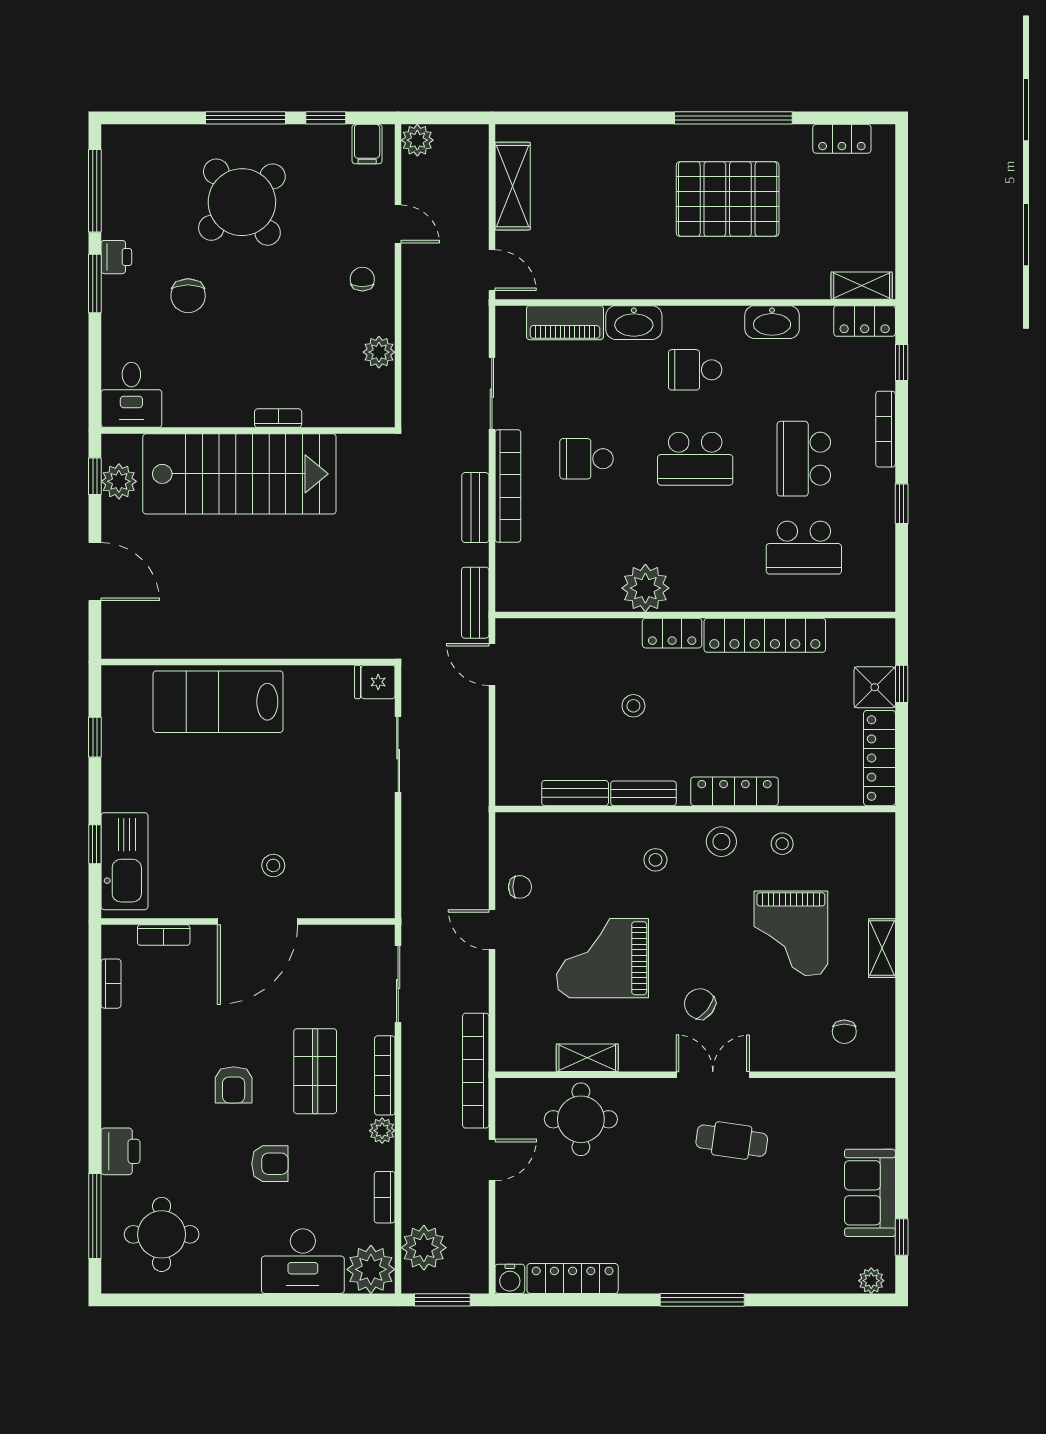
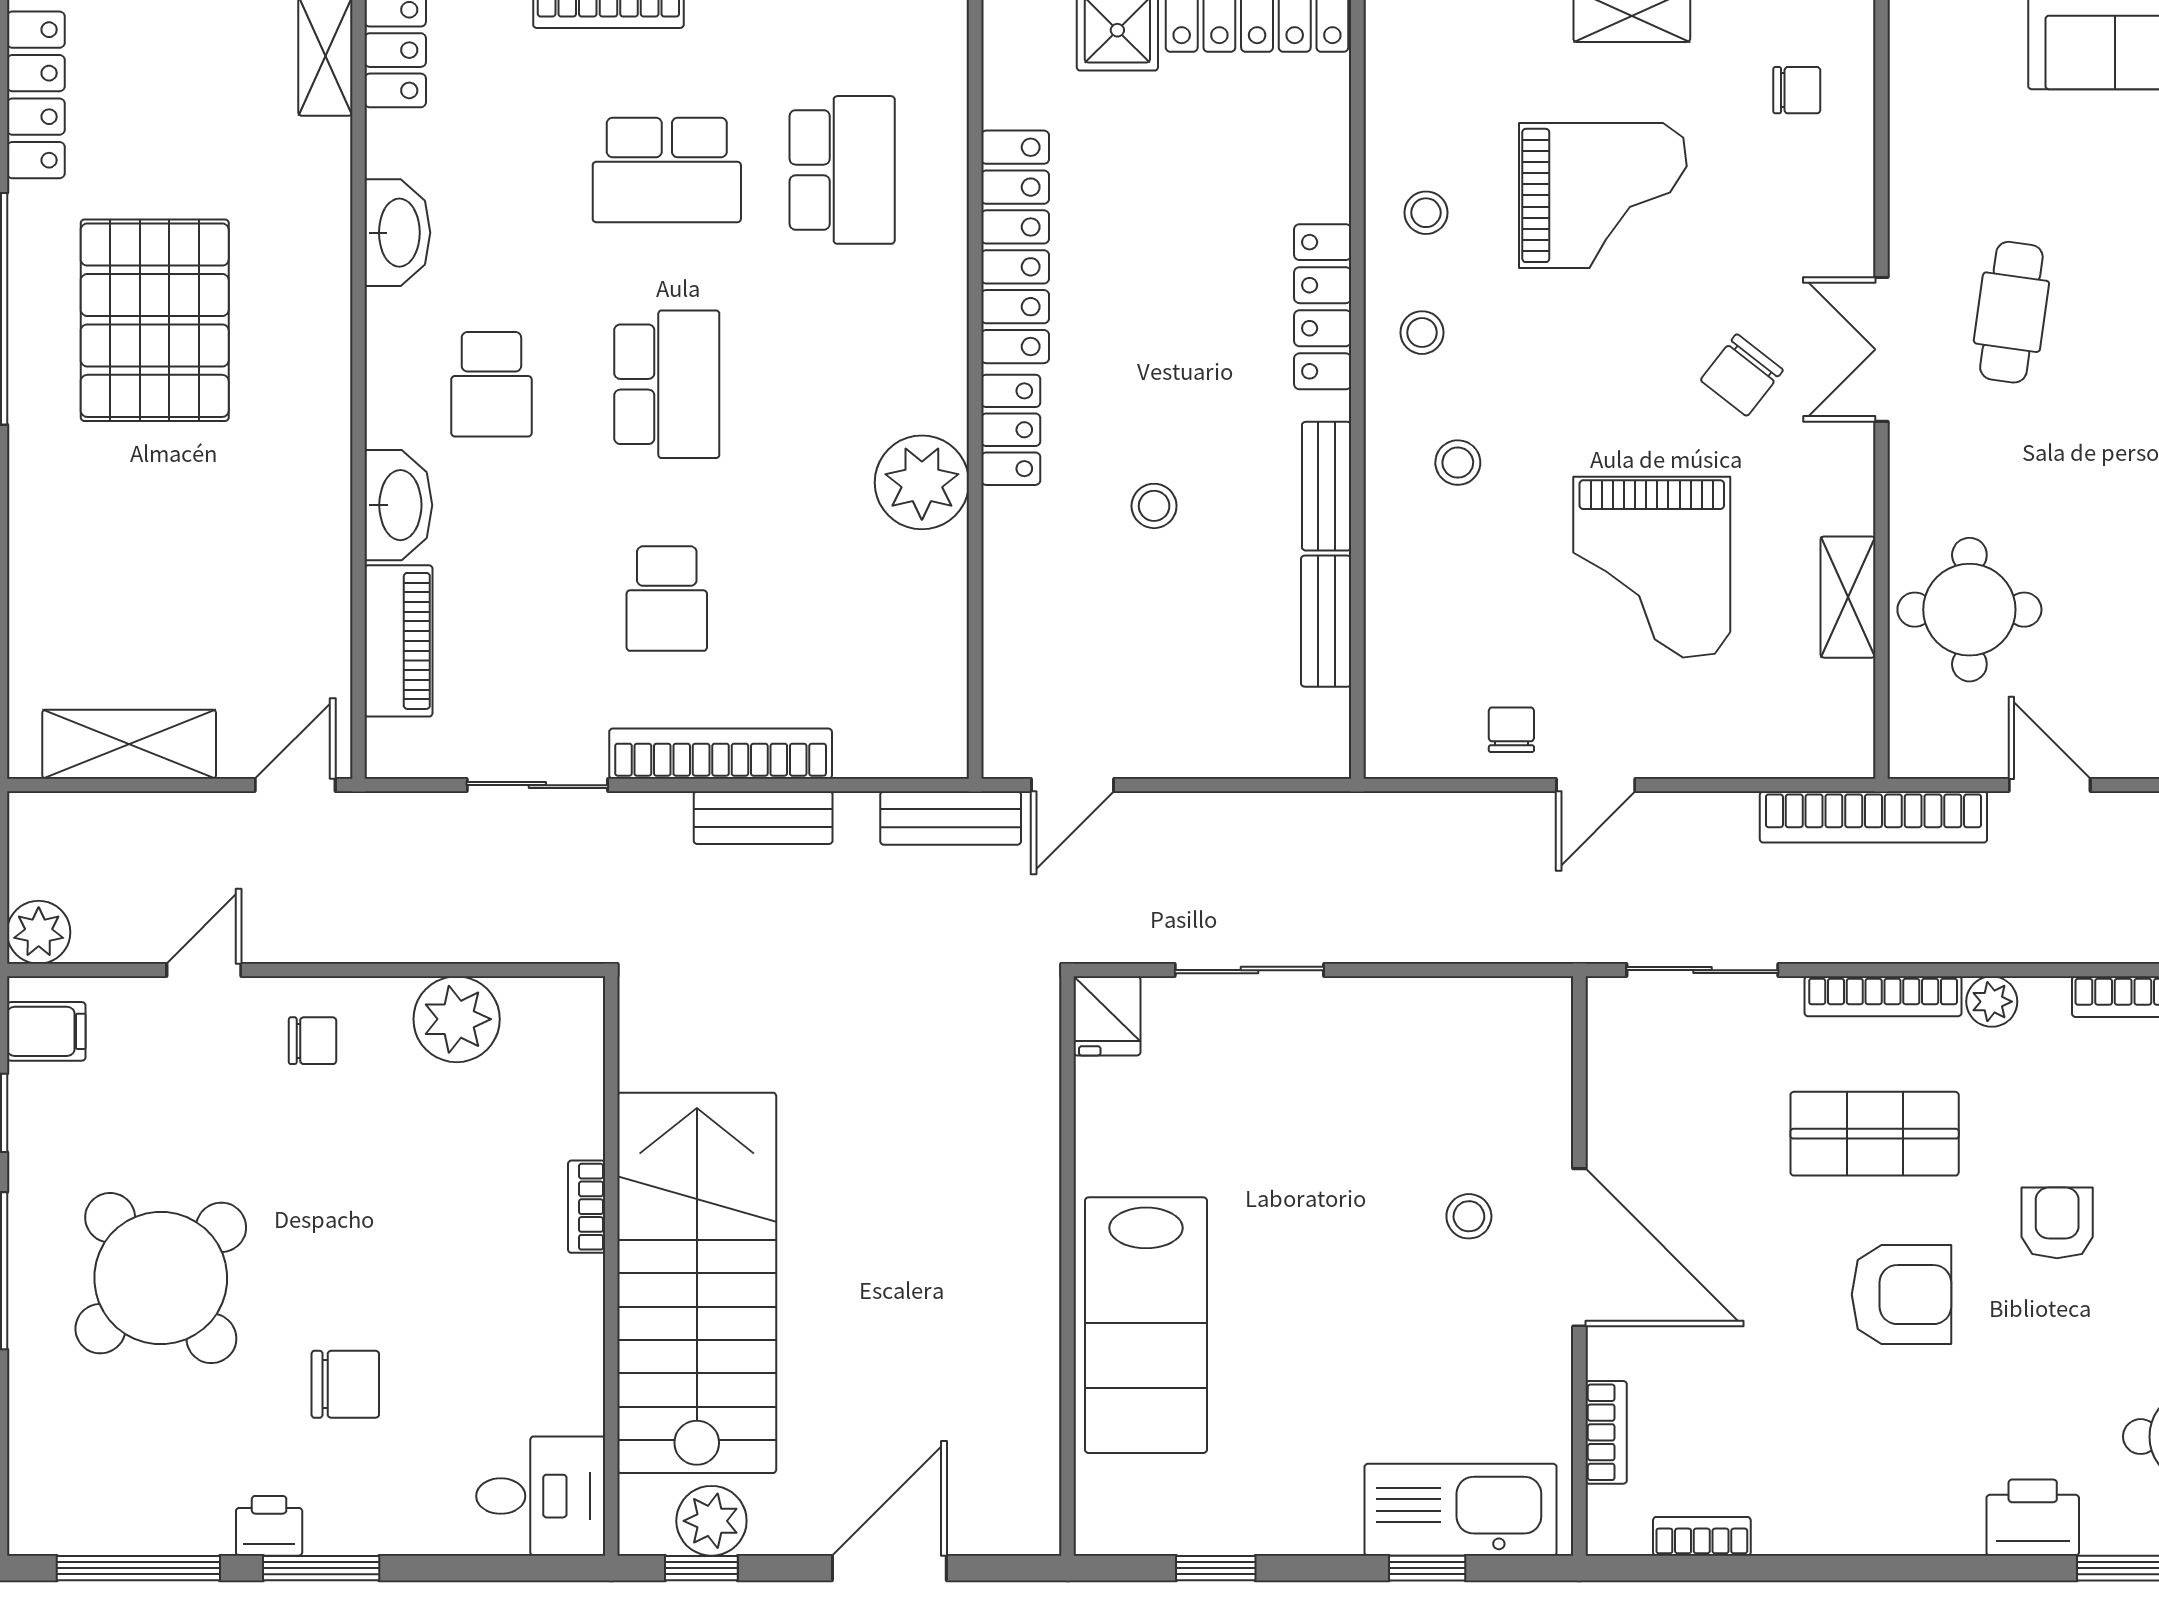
locker: (842, 139) -> (36, 95), width x1.53
chair: (362, 279) -> (313, 1041), turned 180
plant: (379, 352) -> (457, 1019), width x1.36, depth x1.36
stool: (721, 842) -> (1422, 333), width x0.73, depth x0.73
armchair: (234, 1085) -> (1901, 1295), width x1.38, depth x1.38

